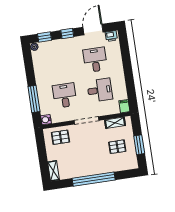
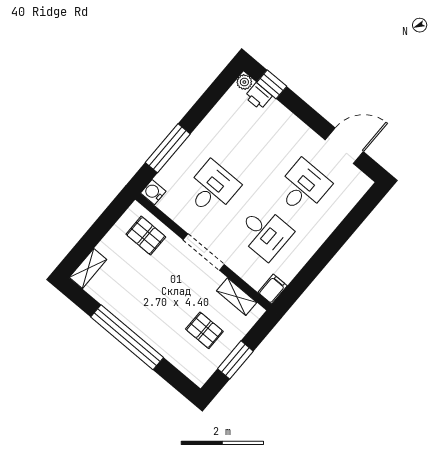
window: (67, 34) -> (306, 113), removed
printer: (111, 36) -> (258, 96), moved

